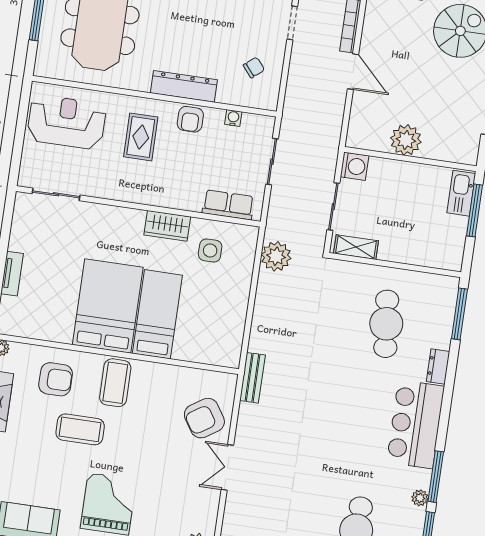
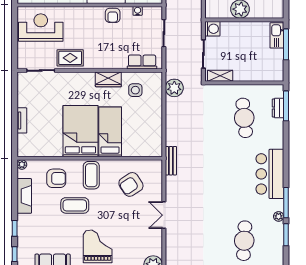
rug: (141, 137) -> (70, 58), moved, turned 90
dresser: (438, 366) -> (278, 108), moved
armchair: (204, 418) -> (131, 184), moved

